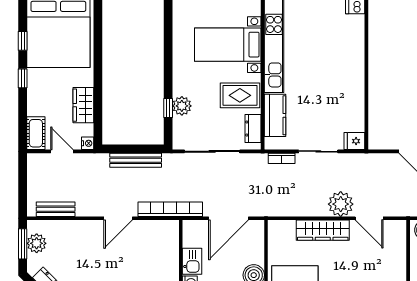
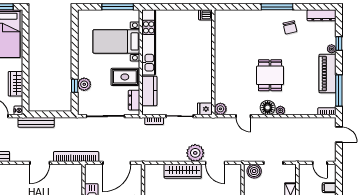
plant: (377, 141) -> (220, 109), added
bench: (136, 160) -> (36, 122), moved

